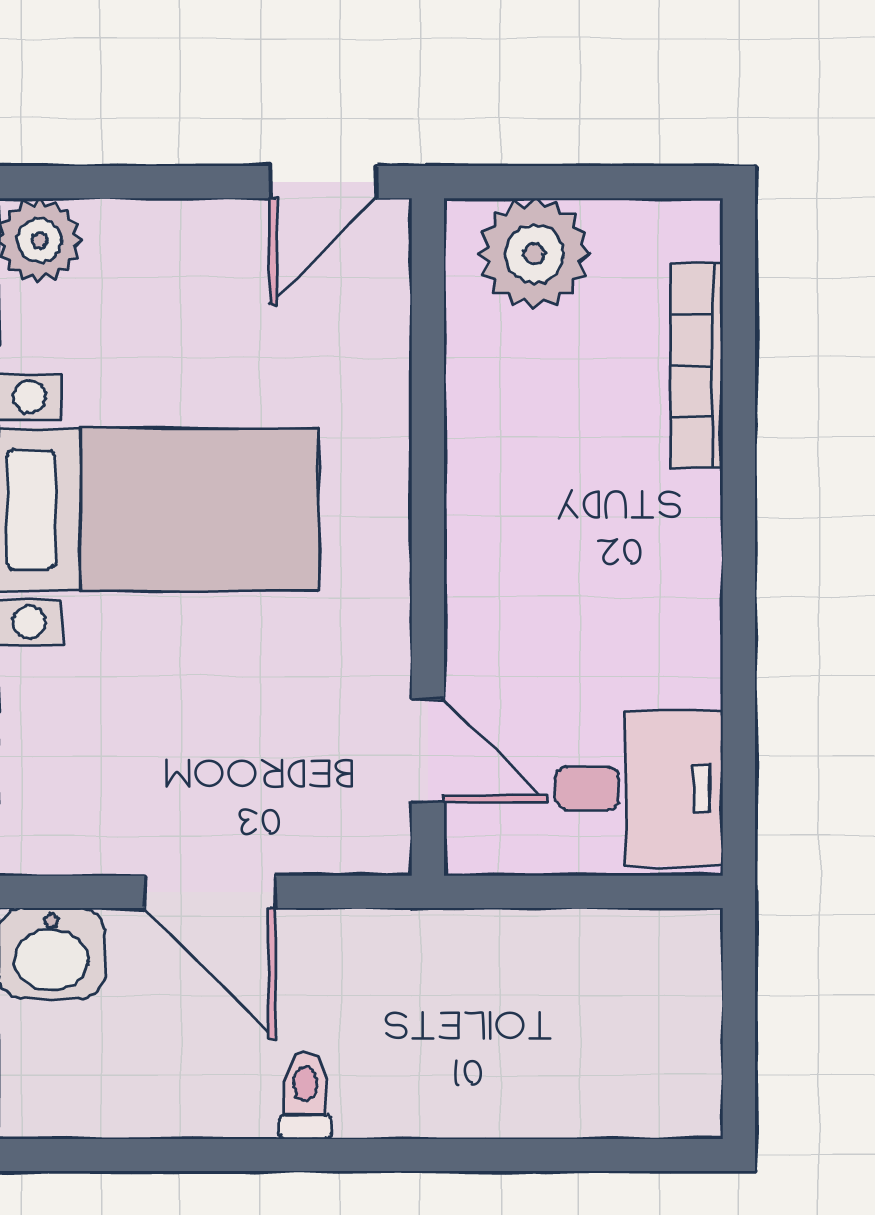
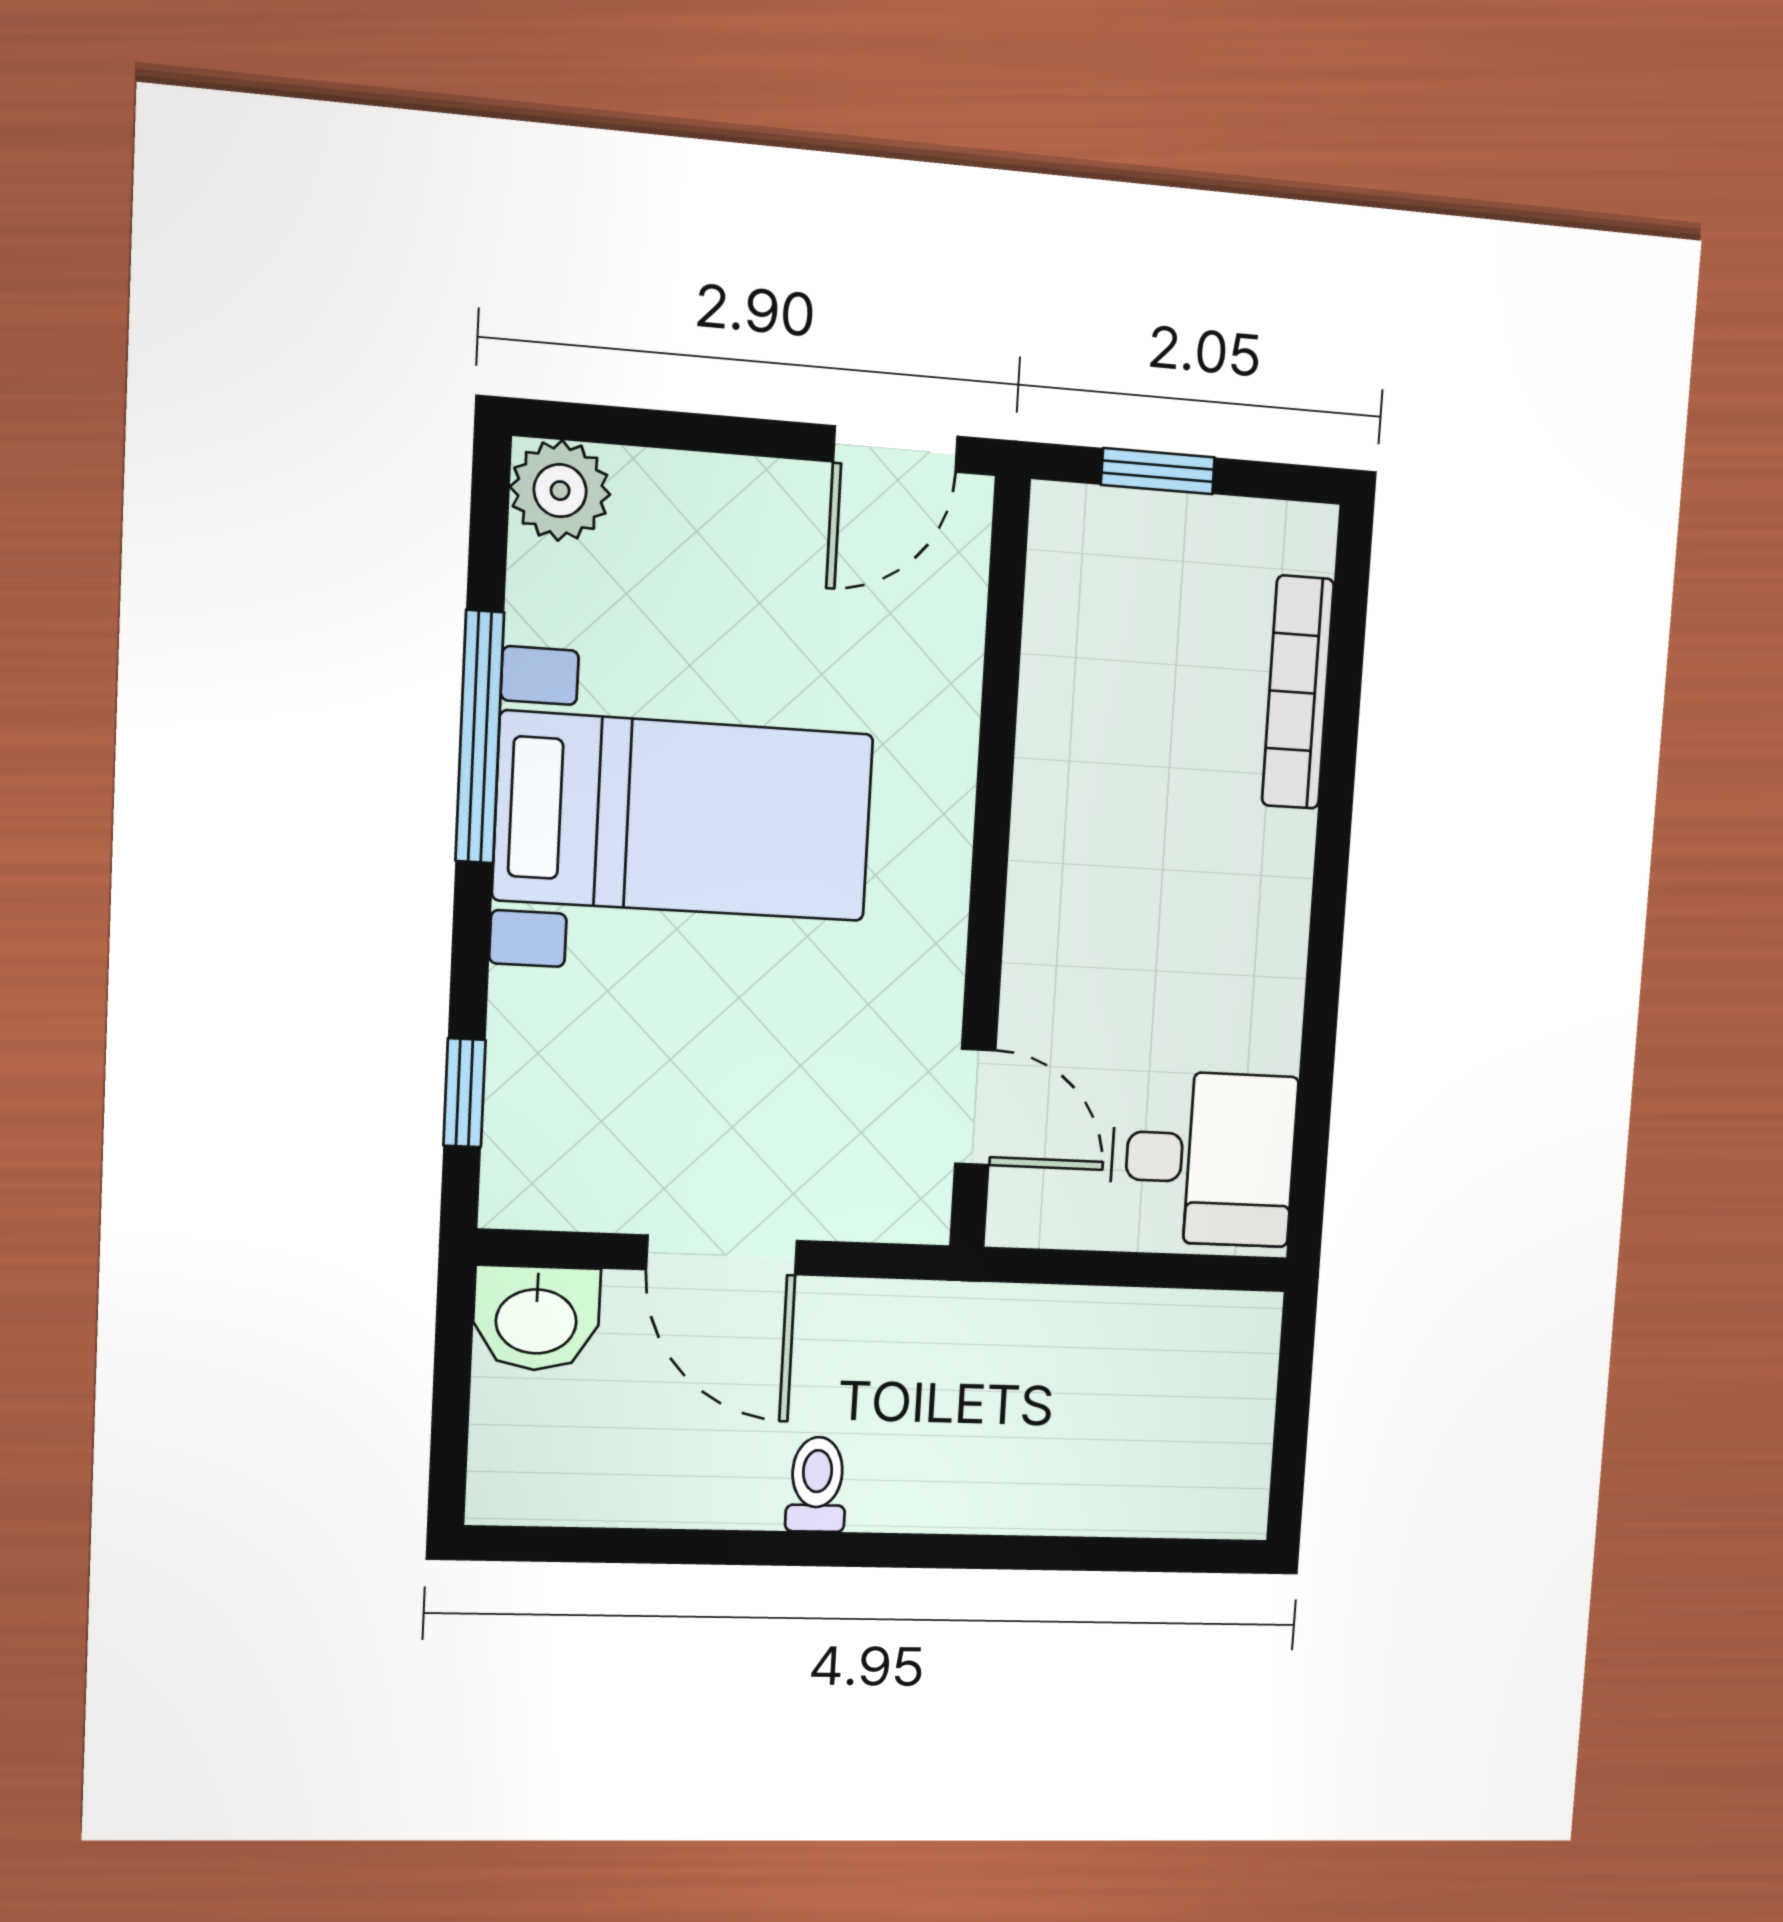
window: (556, 182) -> (1158, 471), added
plant: (534, 254) -> (1128, 552), removed

